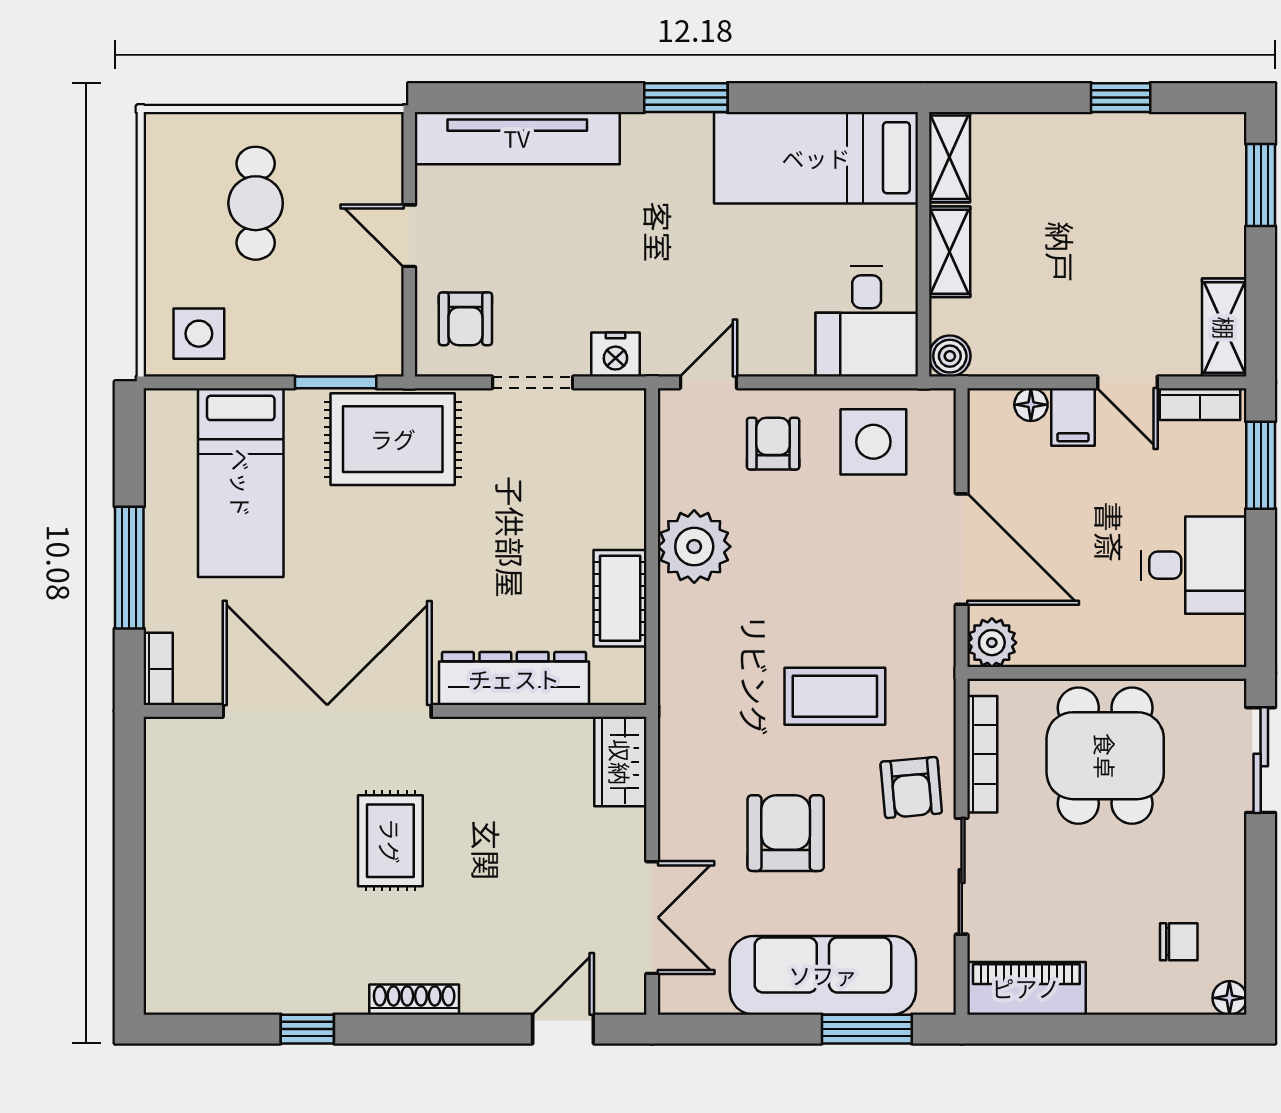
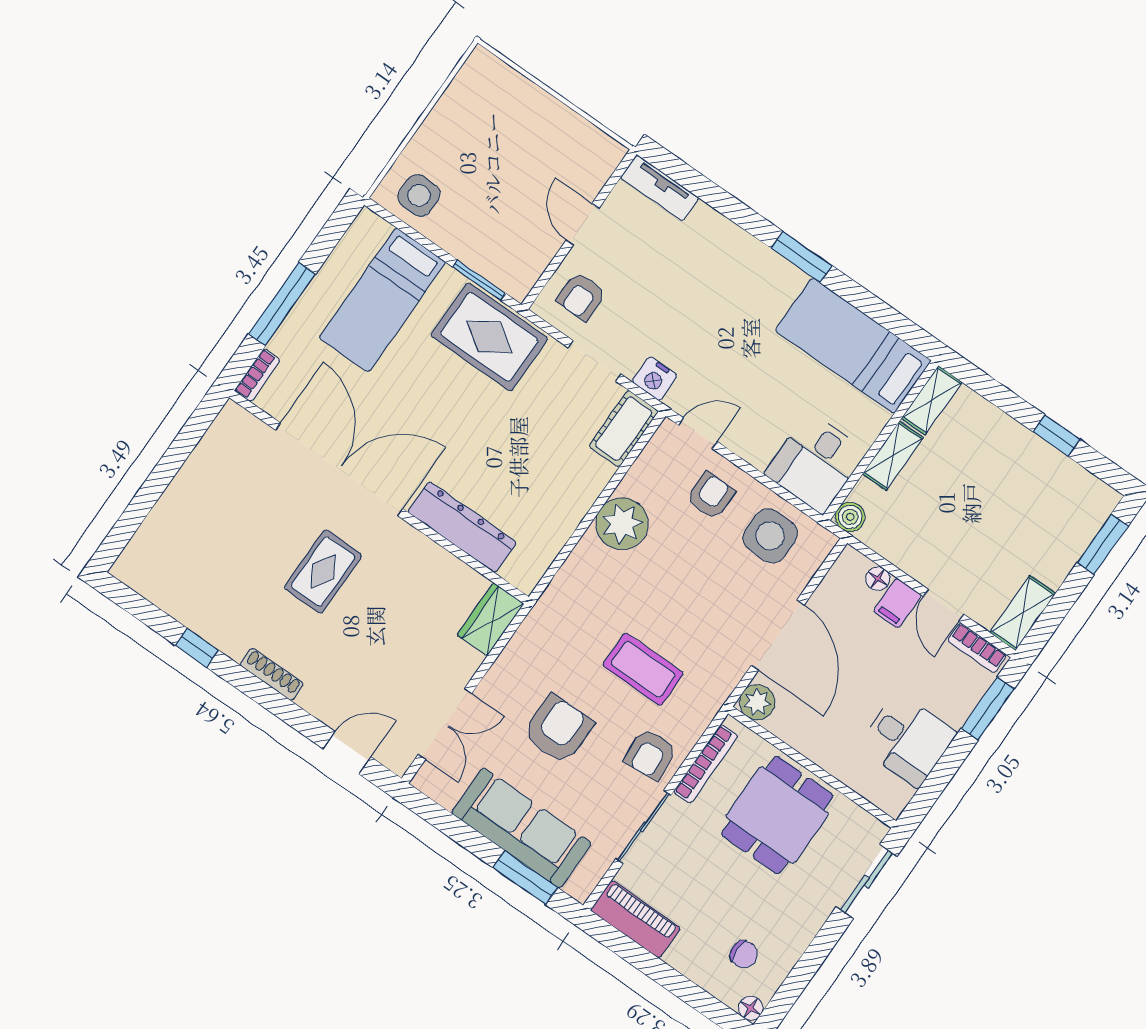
tv unit: (517, 138) -> (660, 188), width x0.52, depth x0.78
cafe table: (256, 203) -> (506, 142), removed
cot: (620, 598) -> (624, 429), moved

